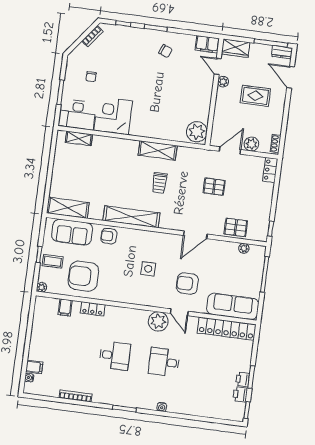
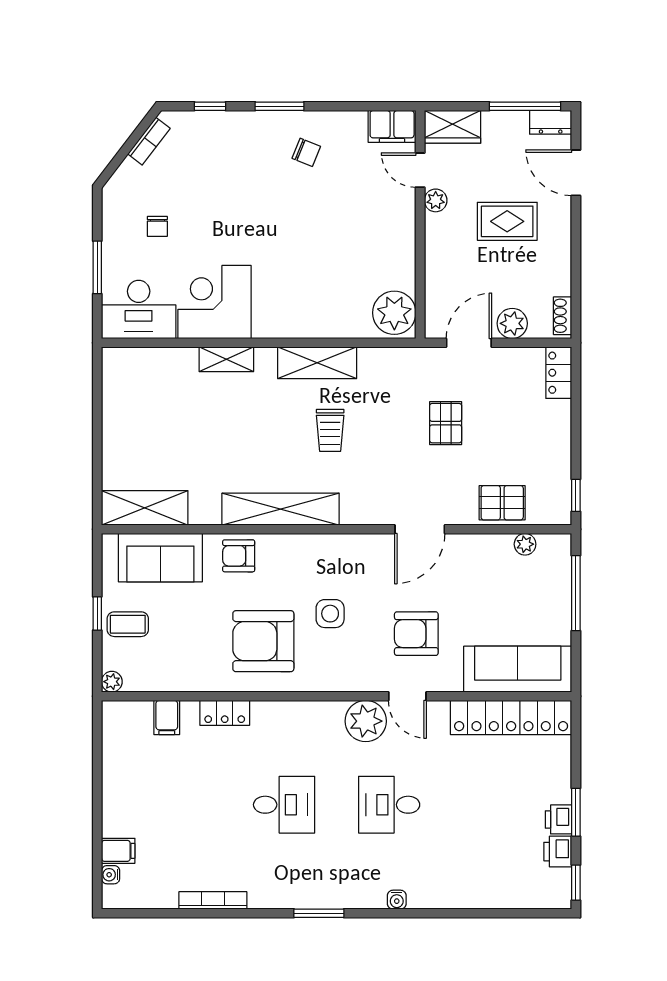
shelving: (79, 138) -> (226, 359), moved
pallet: (214, 187) -> (446, 423), turned 90
armchair: (83, 276) -> (263, 641), moved

